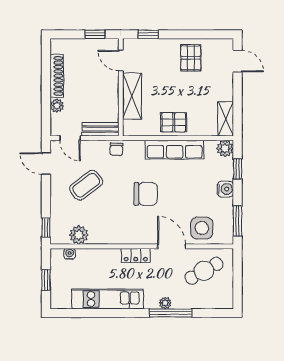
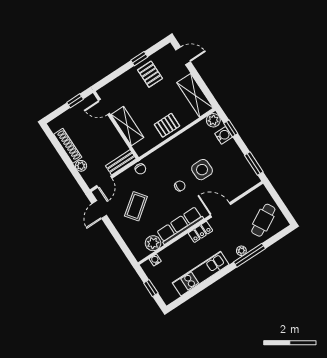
window: (148, 34) -> (139, 59), moved
shelving: (226, 119) -> (195, 95), width x1.50, depth x1.33
door: (70, 138) -> (104, 182), hinge flipped
row of seats: (175, 150) -> (180, 225), moved, turned 180
door: (46, 164) -> (99, 210), hinge flipped
water cooler: (225, 189) -> (224, 135), moved
chair: (146, 194) -> (180, 186), width x0.54, depth x0.54
window: (46, 227) -> (128, 253), removed
side table: (202, 228) -> (202, 170), moved
cafe table: (204, 271) -> (263, 220), moved

